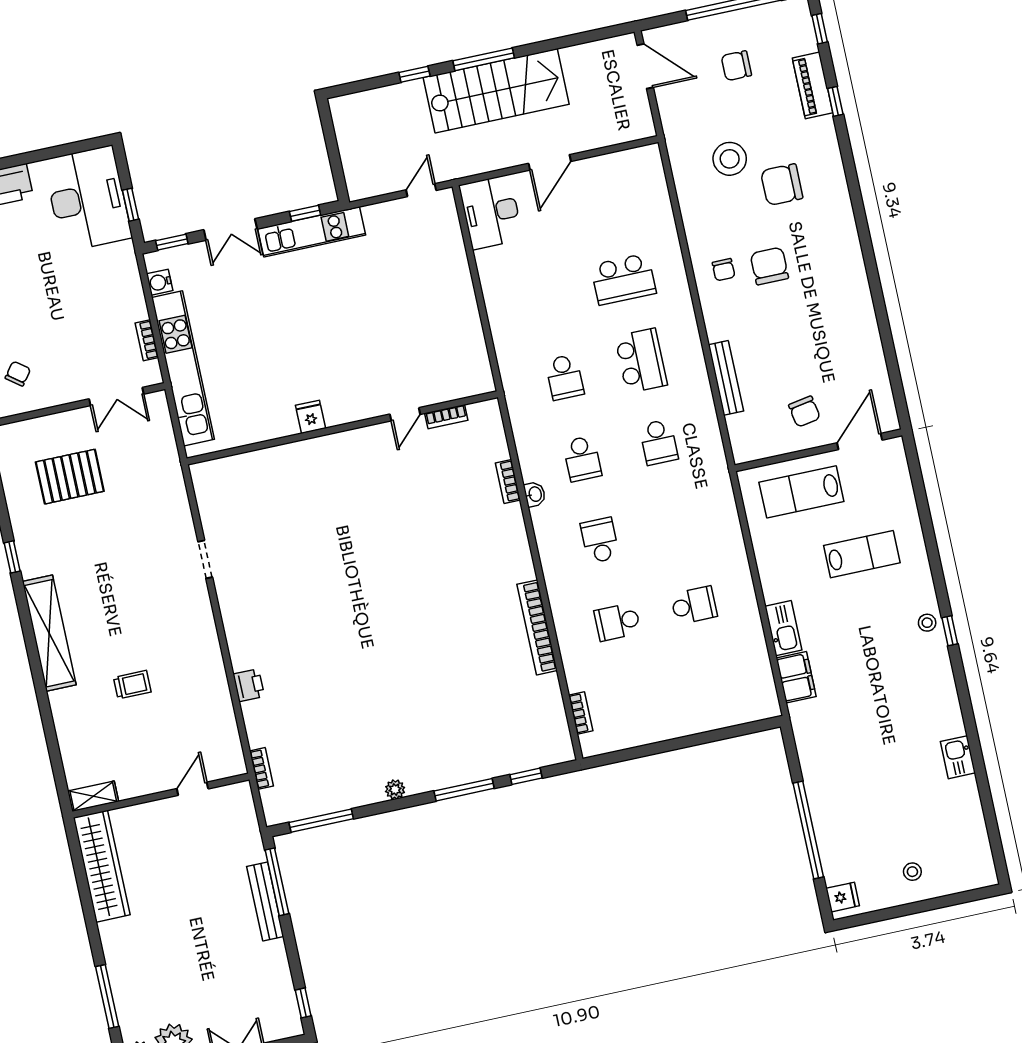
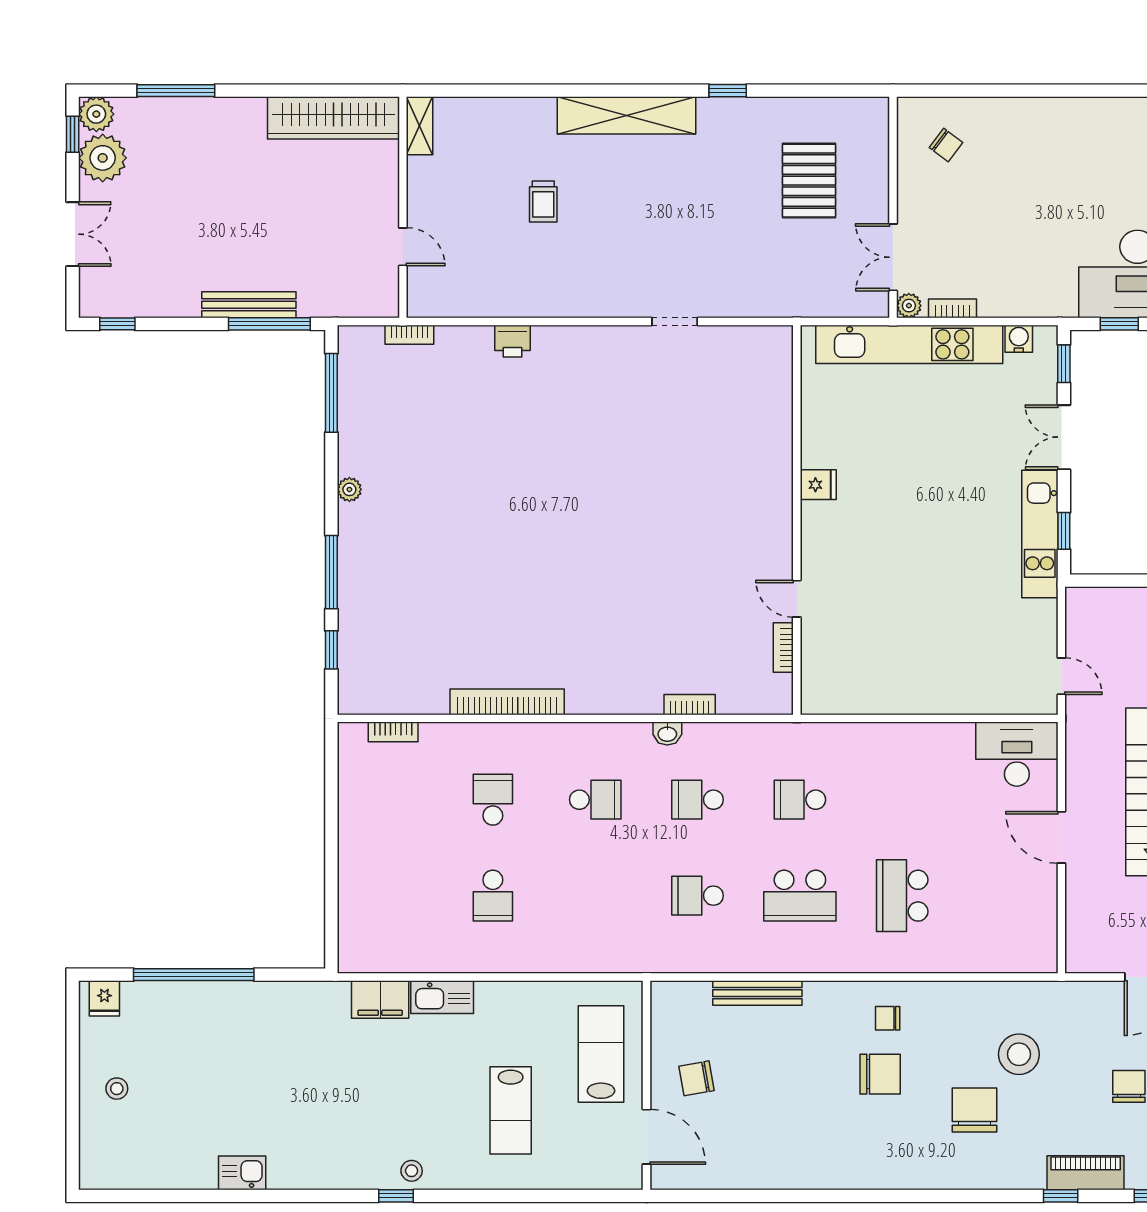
plant: (152, 375) -> (909, 306), added

